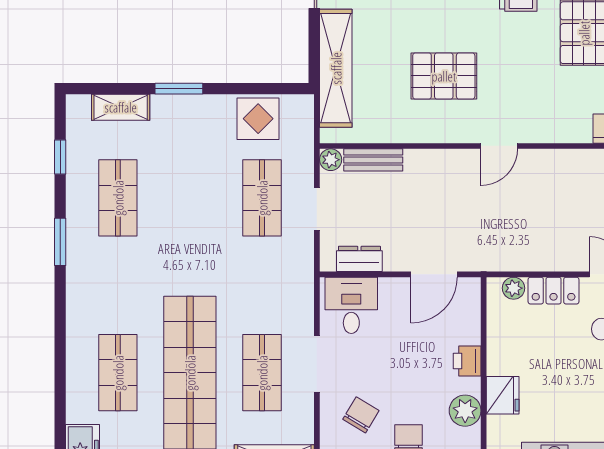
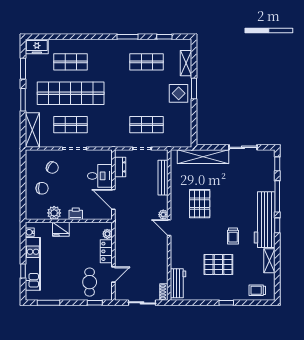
display table: (258, 119) -> (179, 93), moved
plant: (331, 160) -> (163, 215), moved
bench: (373, 160) -> (163, 178), width x1.36
desk: (351, 305) -> (100, 176), moved

